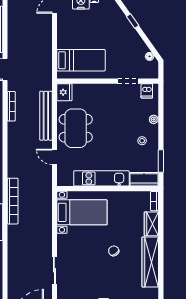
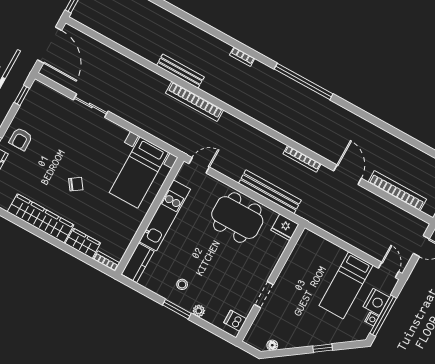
bed: (81, 60) -> (346, 285), moved
doorway: (128, 81) -> (264, 295), moved
door: (54, 157) -> (199, 165), moved
window: (161, 161) -> (177, 309), moved

